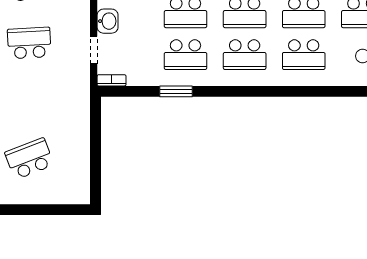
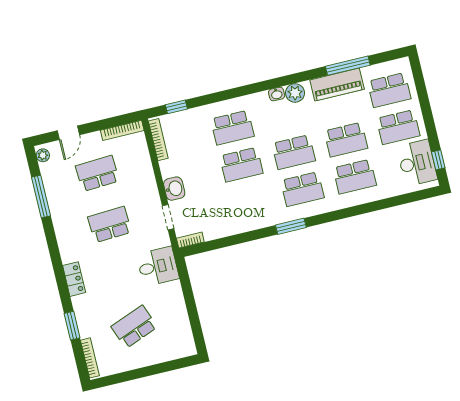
school desk: (185, 55) -> (250, 202), removed
window: (176, 91) -> (291, 226), moved
desk: (70, 100) -> (158, 266), added

